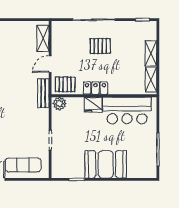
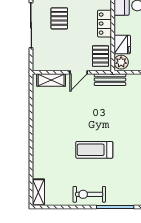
door: (50, 64) -> (79, 72), hinge flipped
fridge: (93, 105) -> (122, 44), moved

